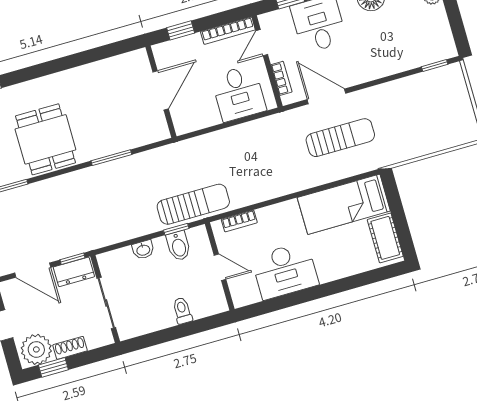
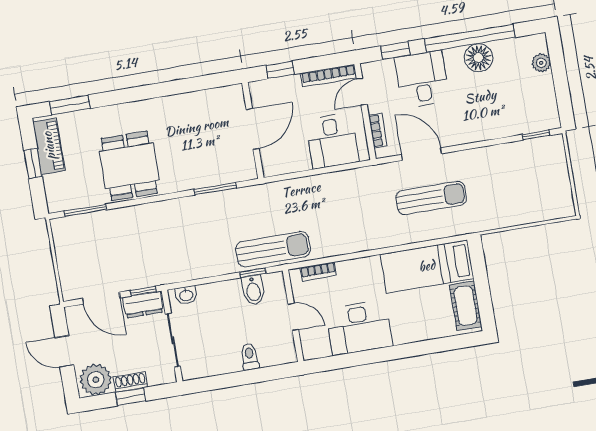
window: (111, 158) -> (215, 189), moved
washbasin: (143, 250) -> (186, 295), moved
window: (53, 367) -> (130, 397), moved

